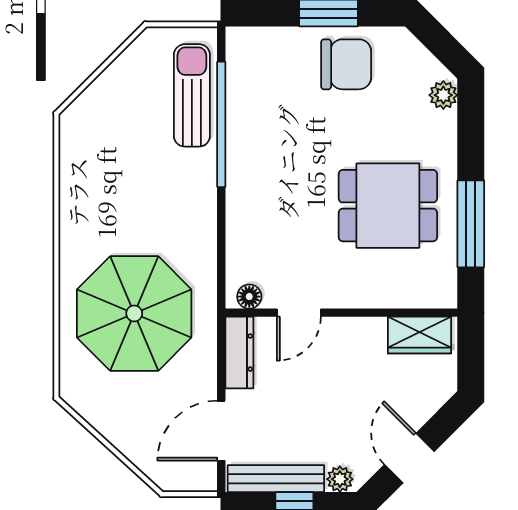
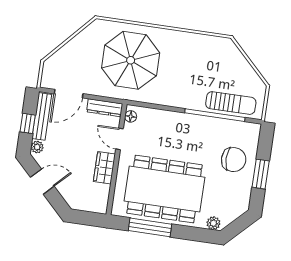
chair: (346, 64) -> (234, 160), moved, turned -90
dining table: (388, 206) -> (164, 189), width x1.88, depth x1.24
wardrobe: (420, 335) -> (104, 168), moved
door: (221, 431) -> (69, 94), swing flipped

